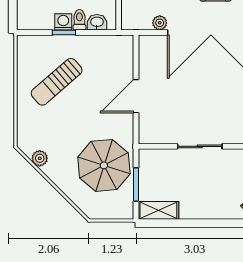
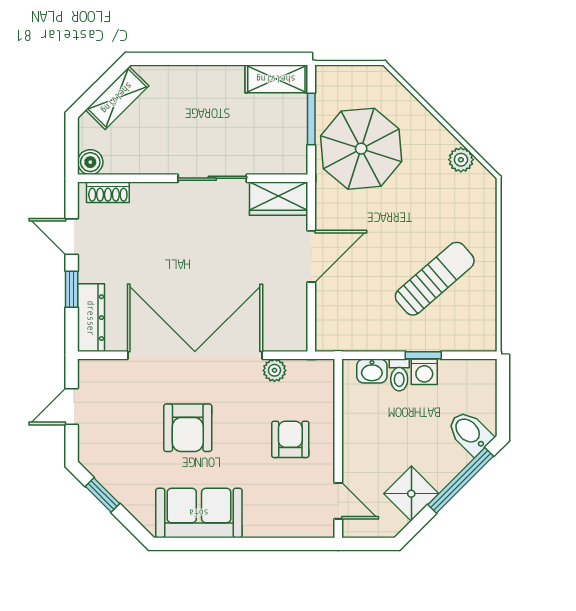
wardrobe: (157, 133) -> (279, 199), added

